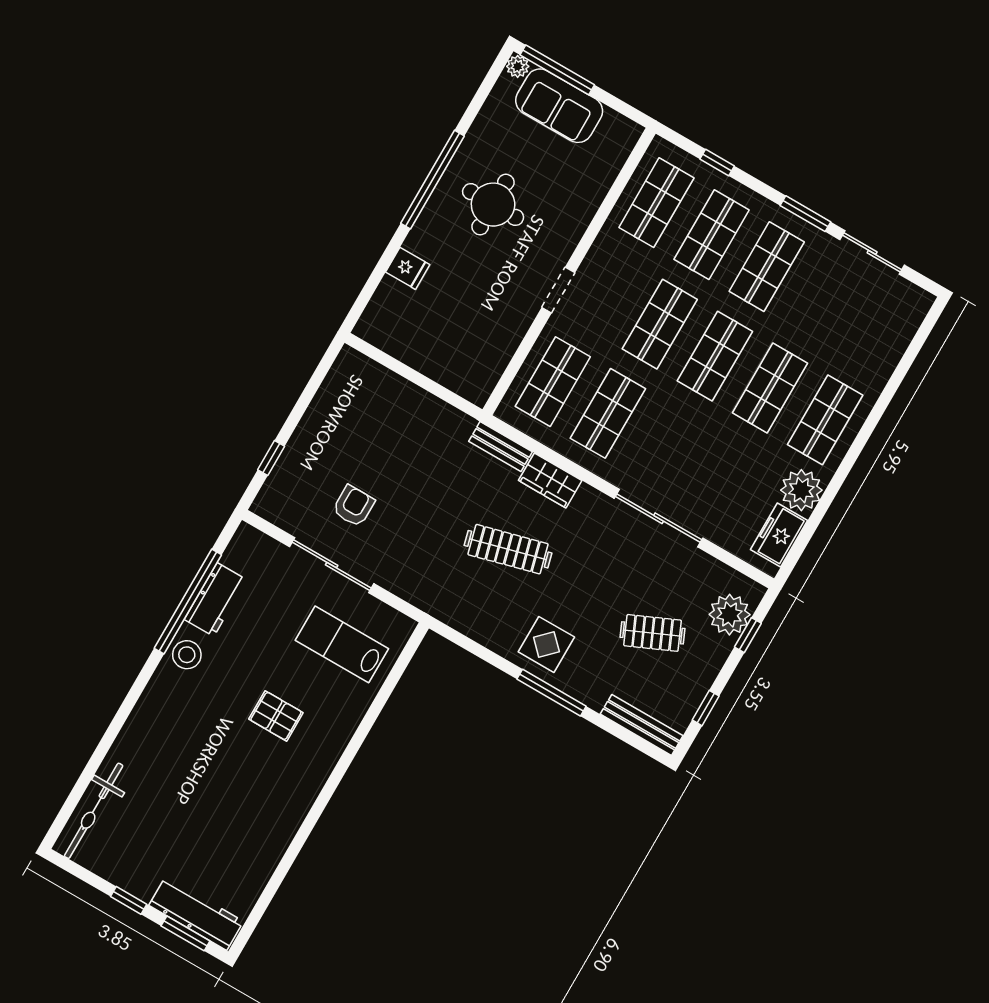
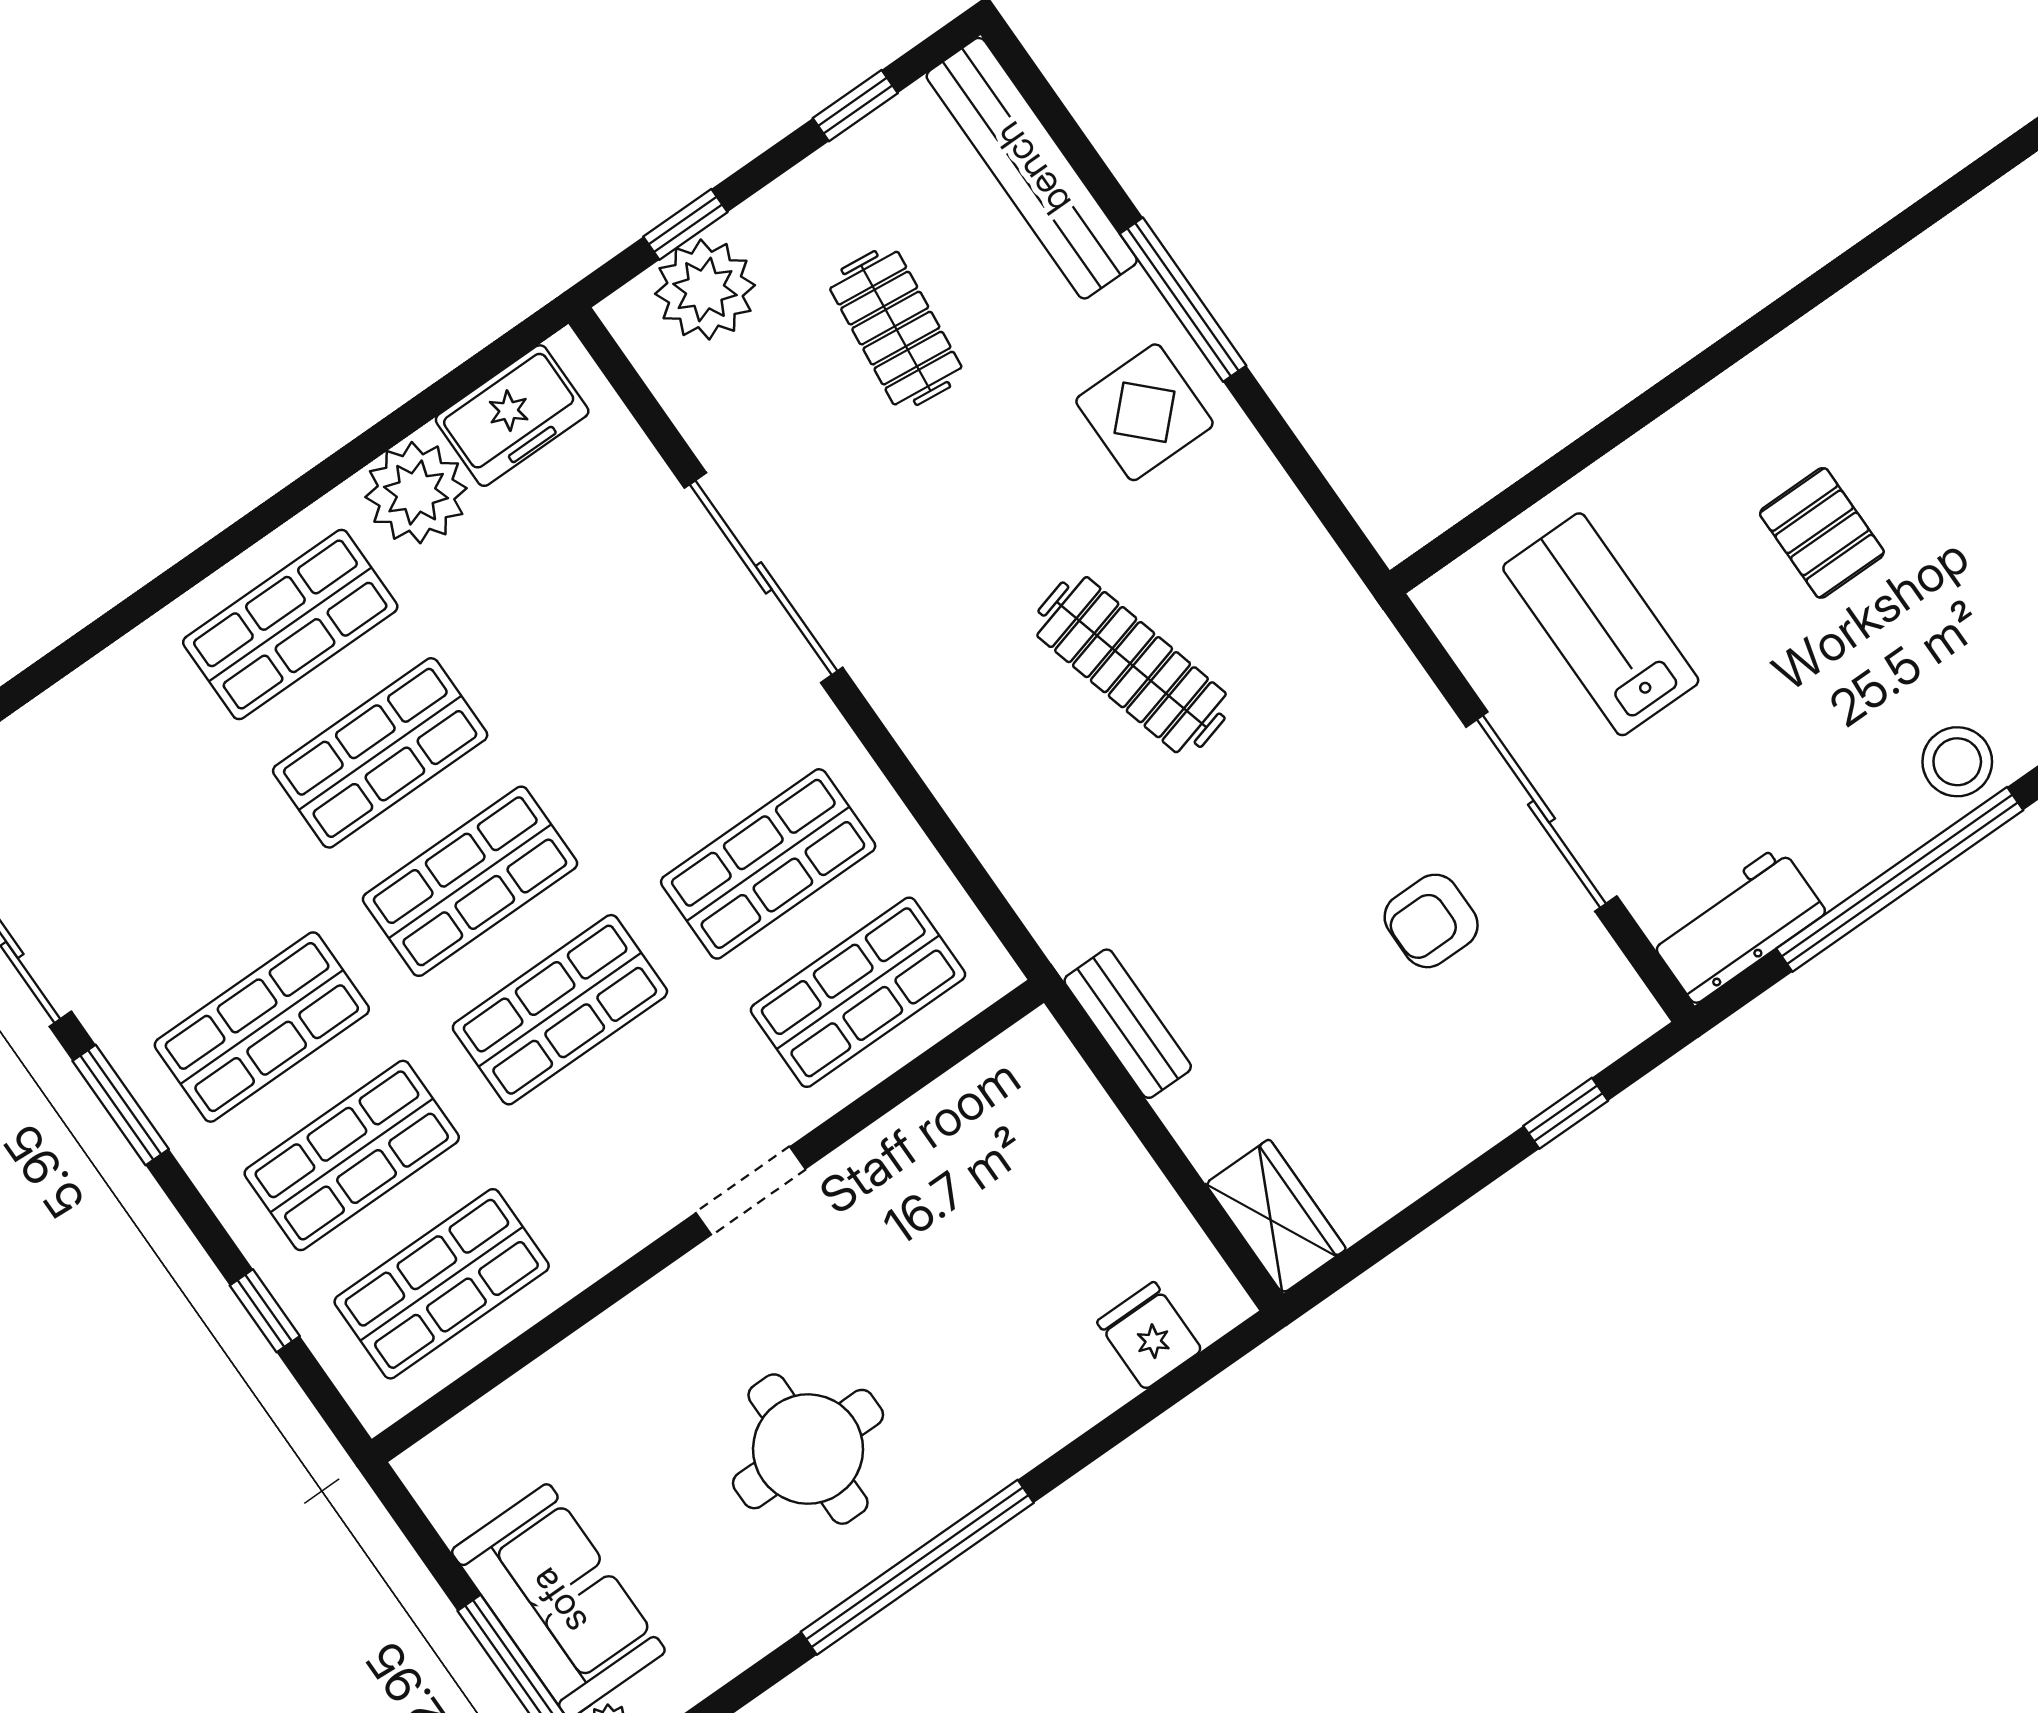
fridge: (408, 268) -> (1149, 1336), moved
bench: (501, 447) -> (1128, 1024), moved
wardrobe: (550, 480) -> (1276, 1216), moved
workbench: (215, 600) -> (1737, 925), moved
clothes rail: (653, 633) -> (896, 328), turned 30
lab bench: (342, 644) -> (1601, 624), turned 180
bench: (642, 725) -> (1032, 168), width x1.37, depth x1.21

